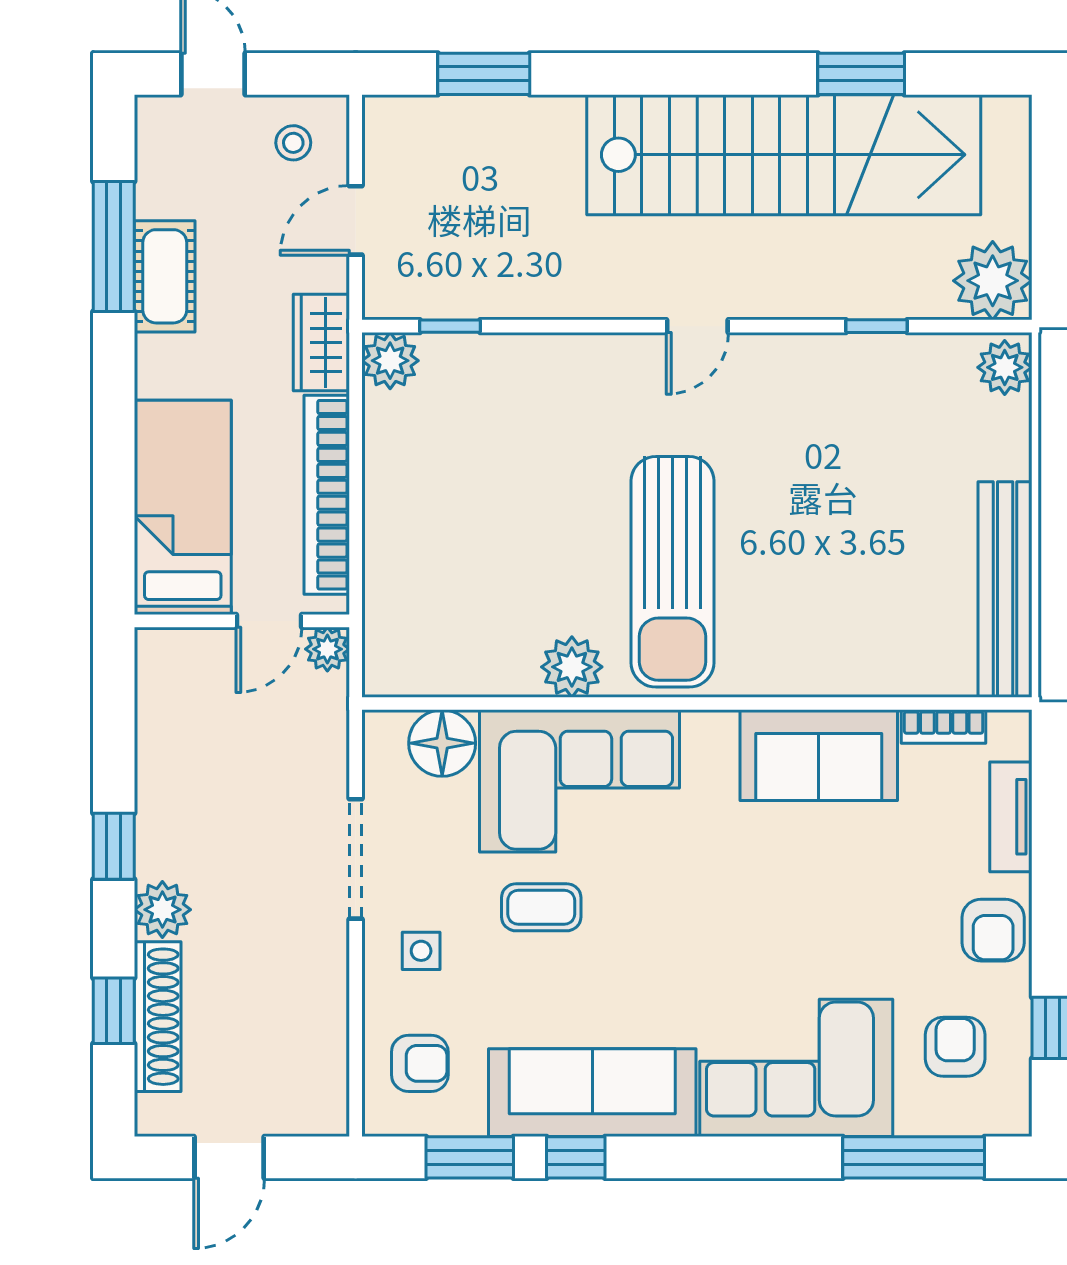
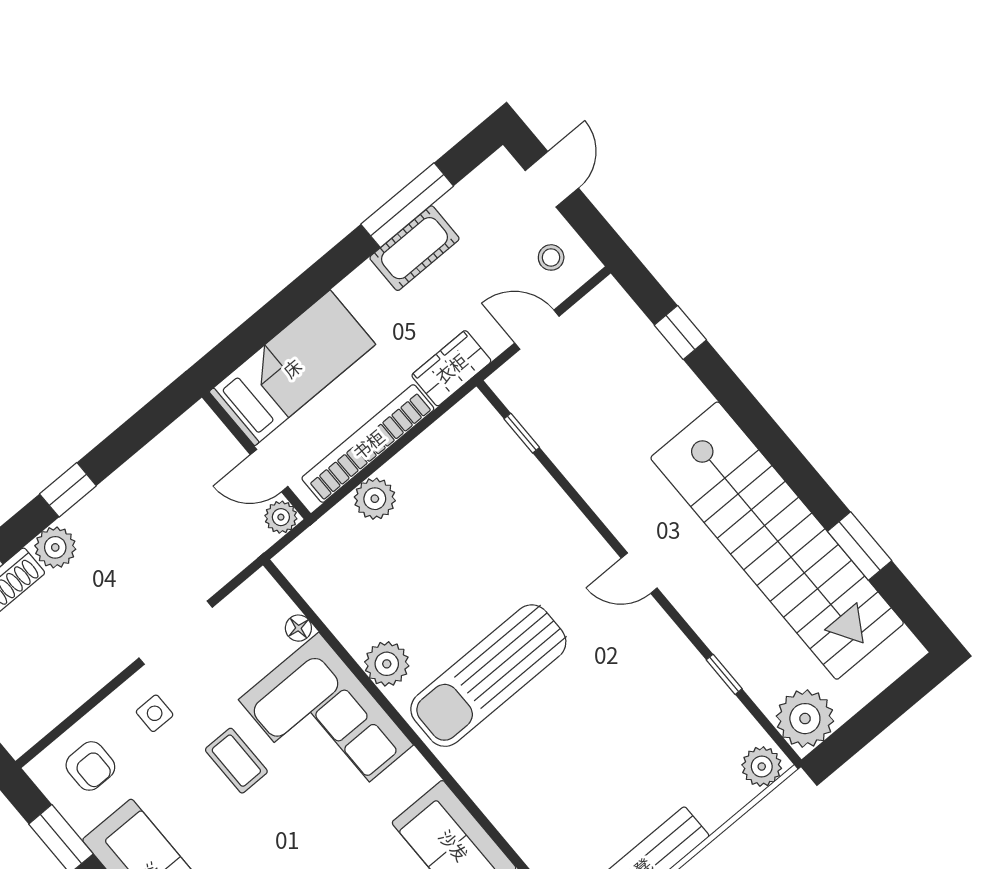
window: (484, 74) -> (680, 332), width x0.67
plant: (390, 361) -> (375, 499), moved
floor lamp: (442, 743) -> (298, 628), width x0.53, depth x0.53

